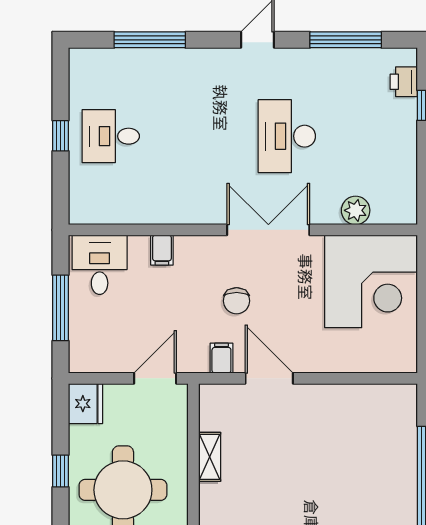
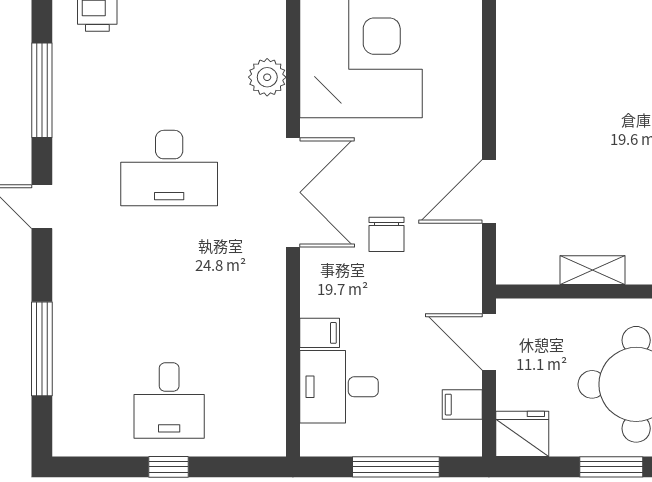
double door: (268, 230) -> (293, 192), swing flipped
desk: (100, 265) -> (339, 387), moved
chair: (237, 301) -> (386, 234), turned 90
filing cabinet: (221, 358) -> (462, 405), moved
window: (60, 471) -> (611, 467), width x1.50

